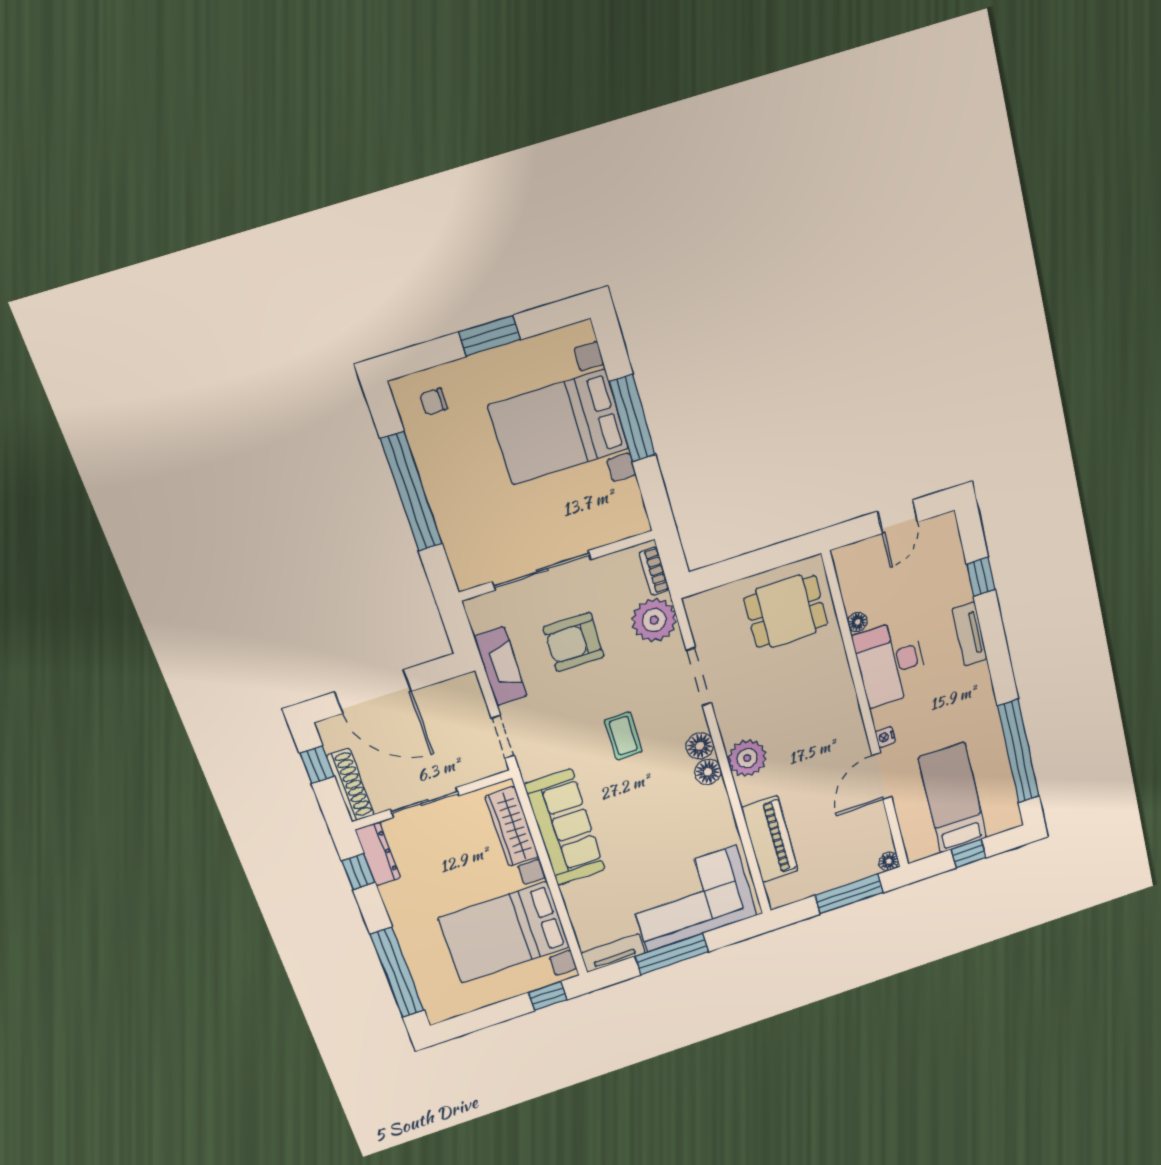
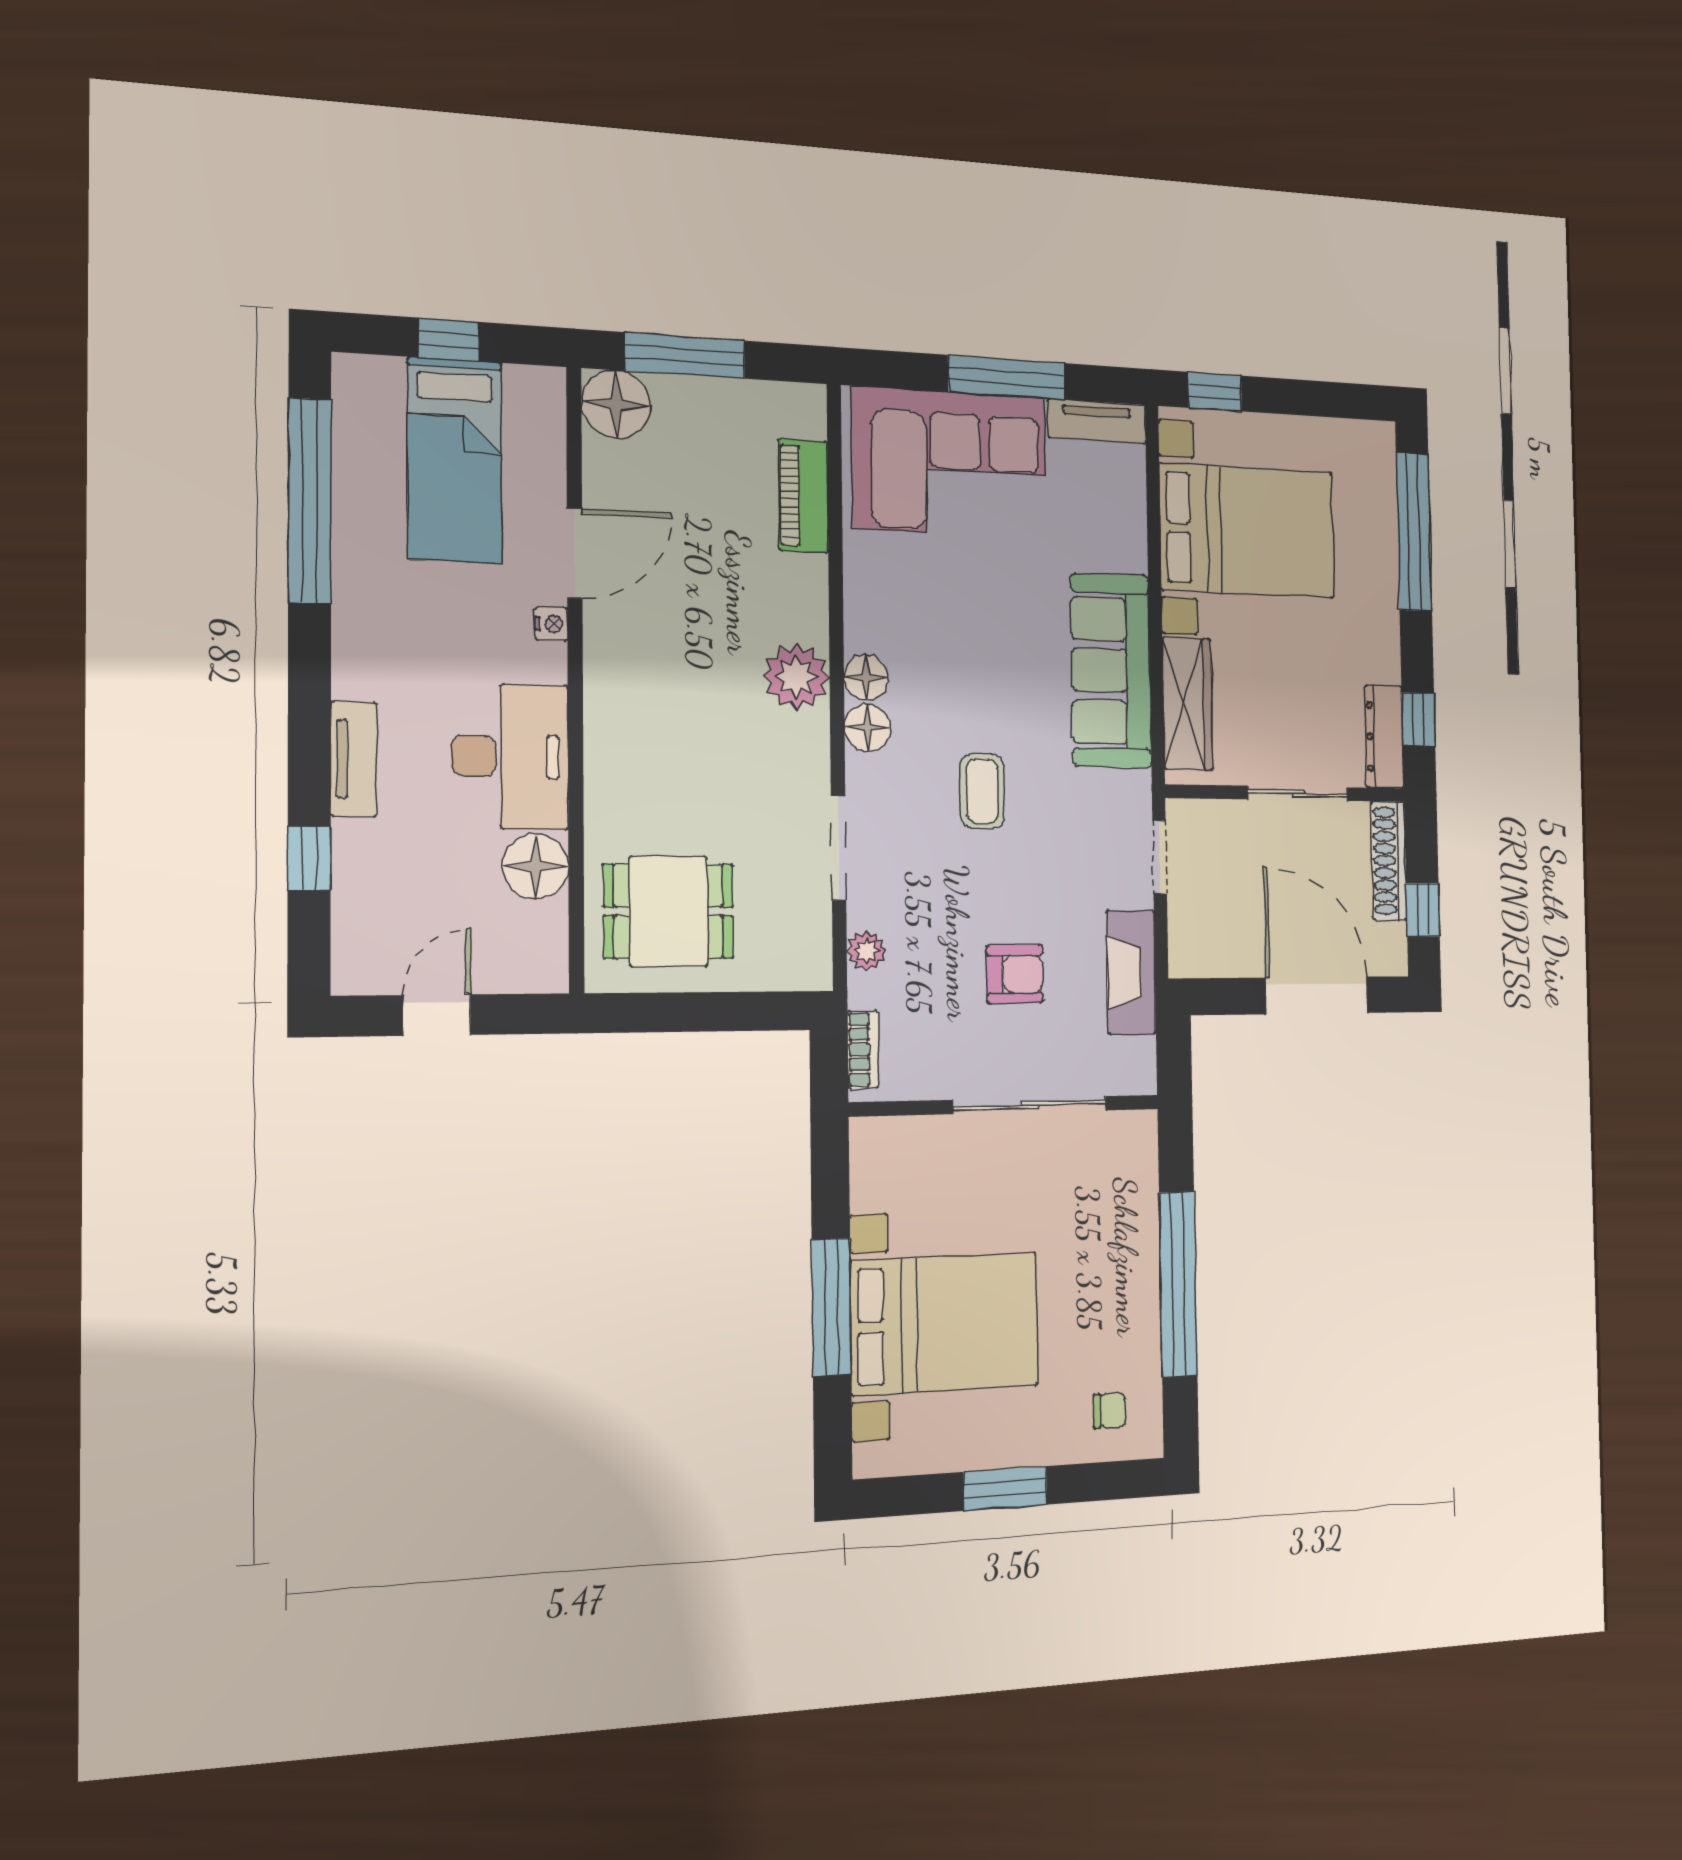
plant: (654, 620) -> (866, 951), width x0.53, depth x0.53
floor lamp: (858, 622) -> (536, 866), width x1.89, depth x1.89
armchair: (574, 642) -> (1015, 974), width x0.72, depth x0.72
piano: (770, 839) -> (803, 496), width x0.73, depth x0.75
floor lamp: (889, 861) -> (616, 404), width x1.89, depth x1.89

